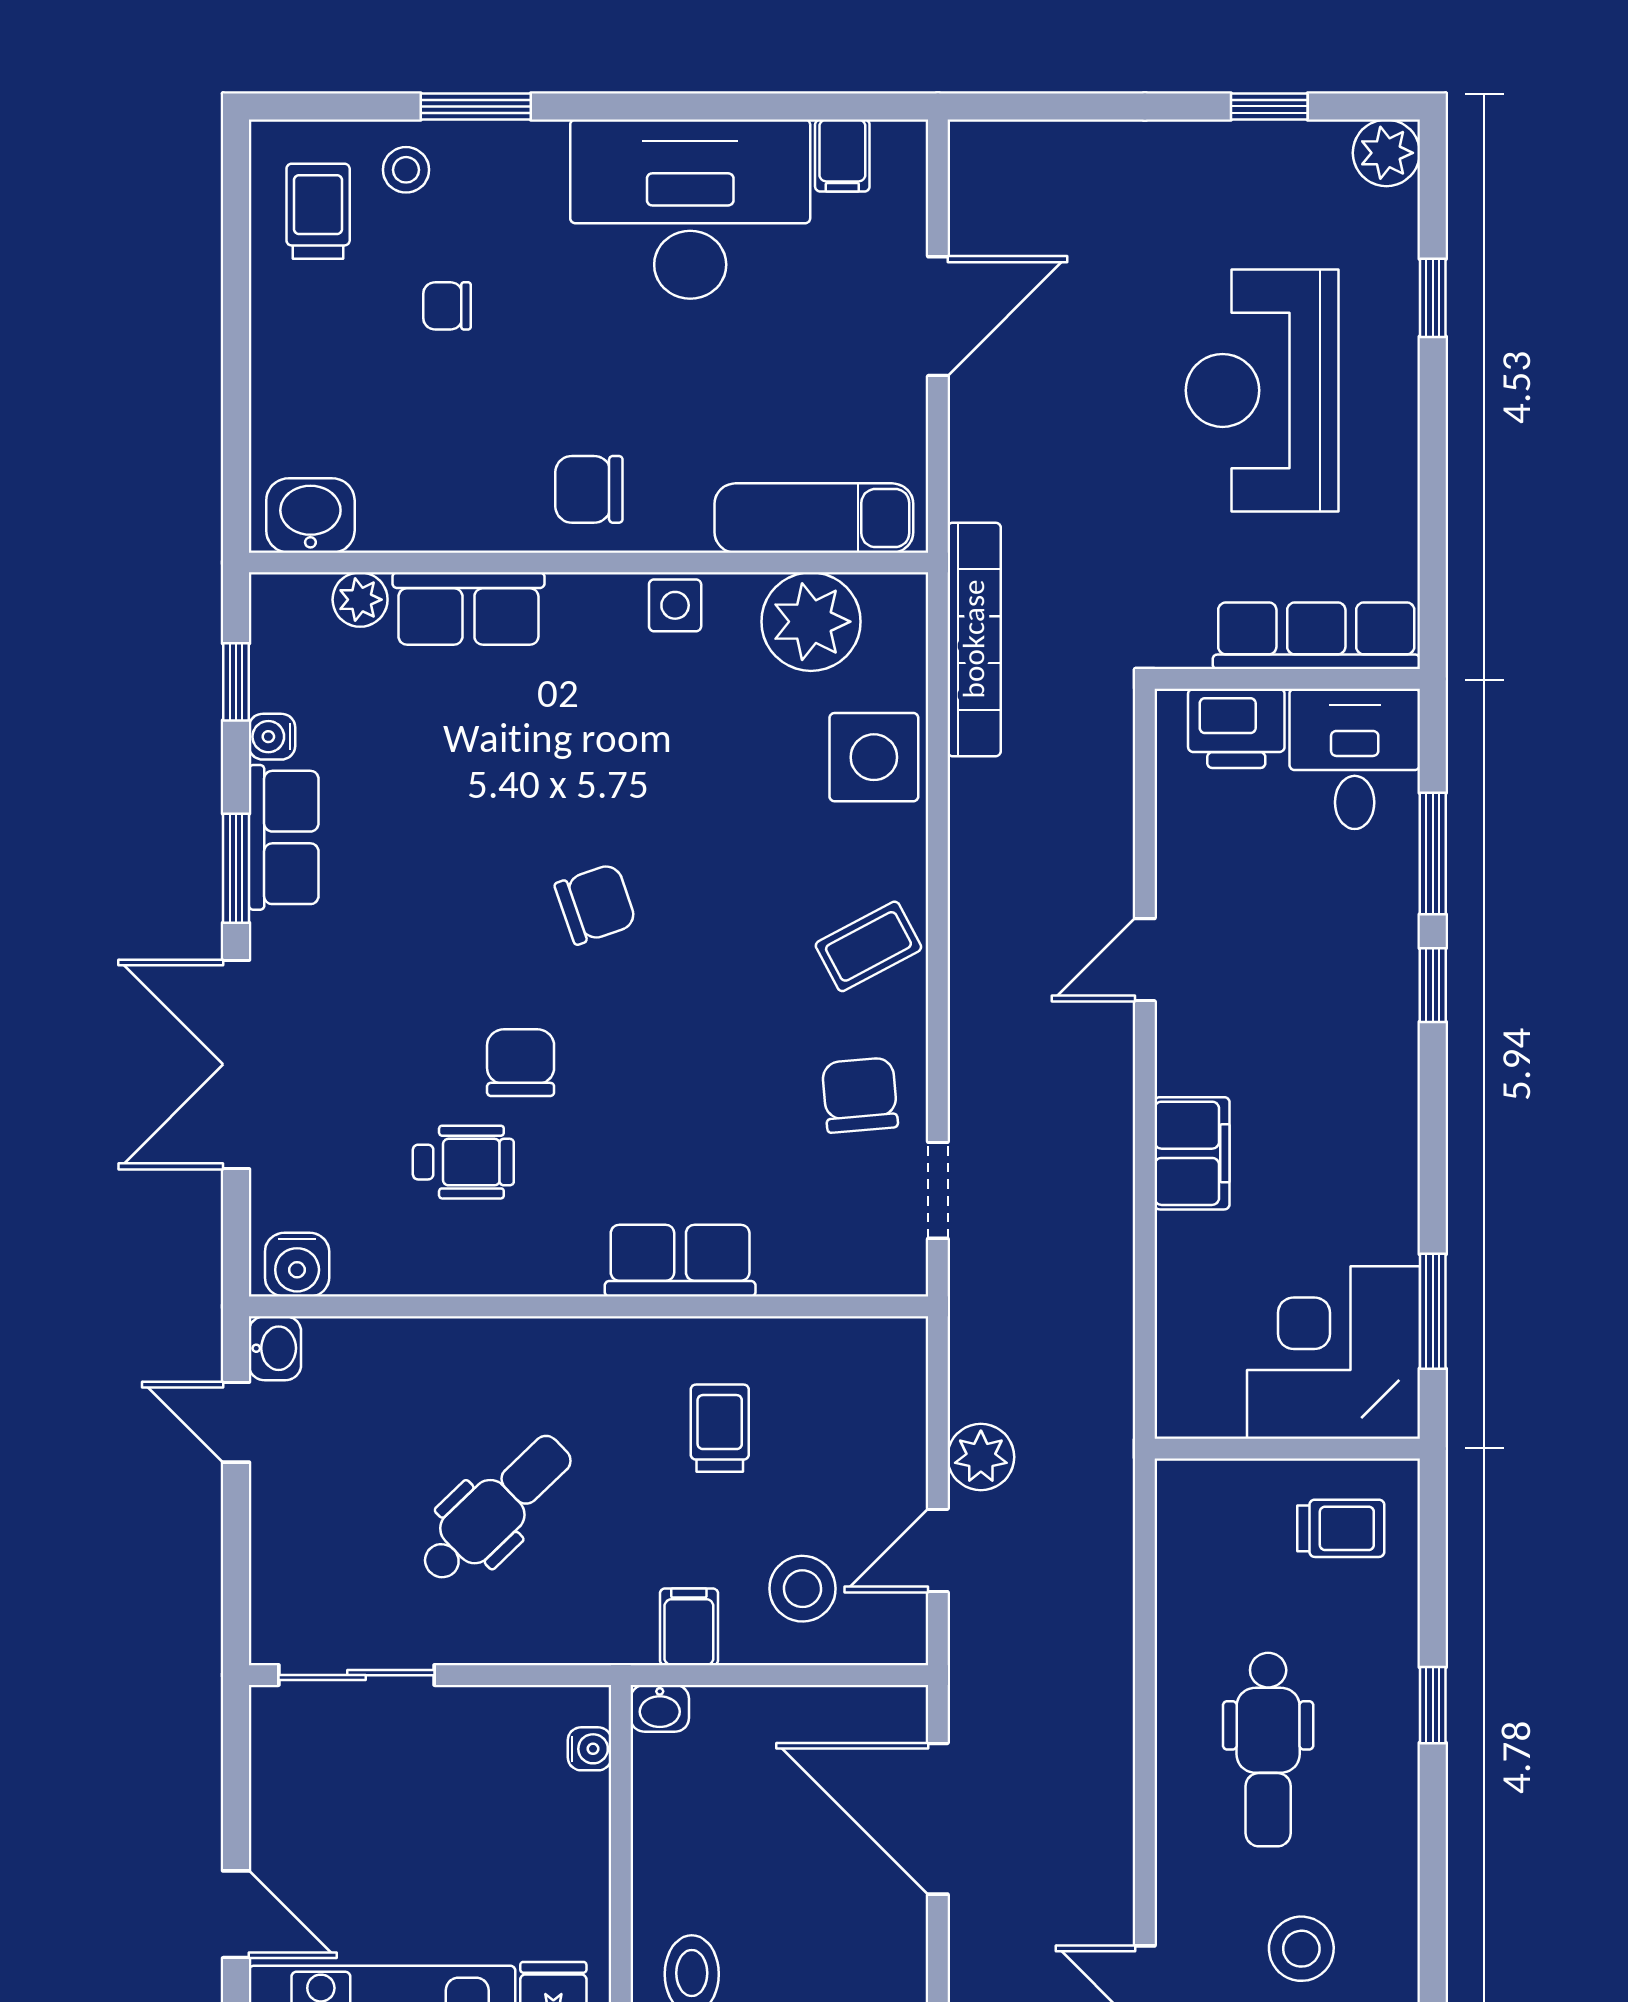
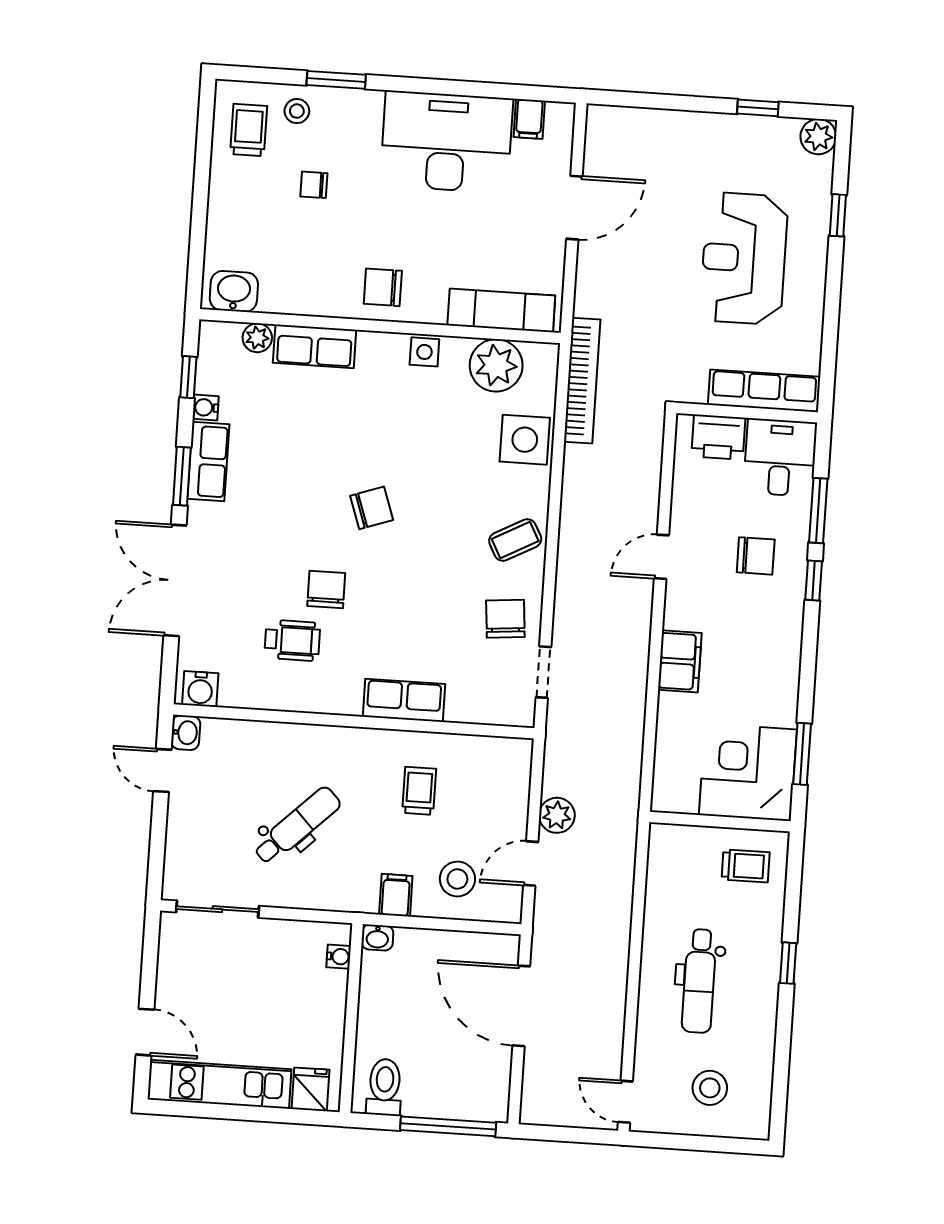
chair: (1321, 946) -> (756, 556), added

